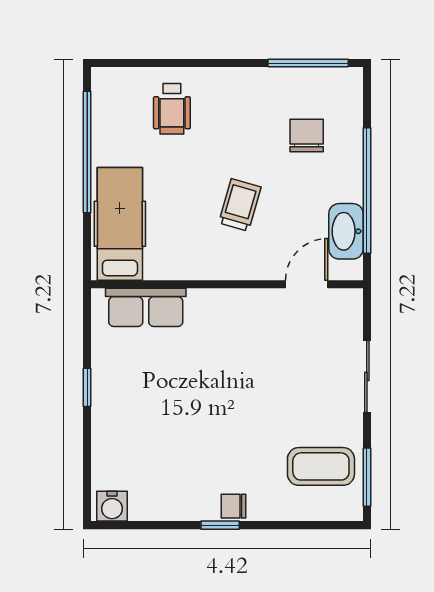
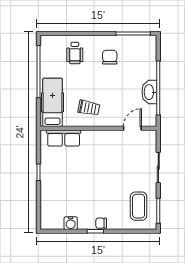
chair: (307, 136) -> (110, 57), moved
trolley: (240, 205) -> (89, 108), moved, turned 85
washbasin: (346, 231) -> (149, 92), moved
coffee table: (321, 466) -> (139, 206), turned 90
water cooler: (112, 506) -> (71, 223), moved

